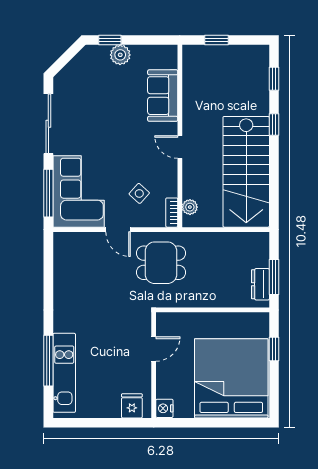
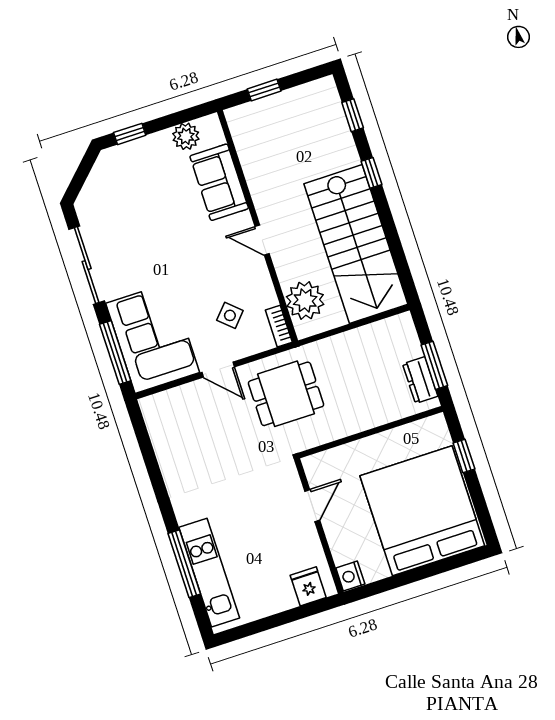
plant: (120, 55) -> (186, 136), moved
plant: (190, 207) -> (305, 301), width x1.88, depth x1.88

